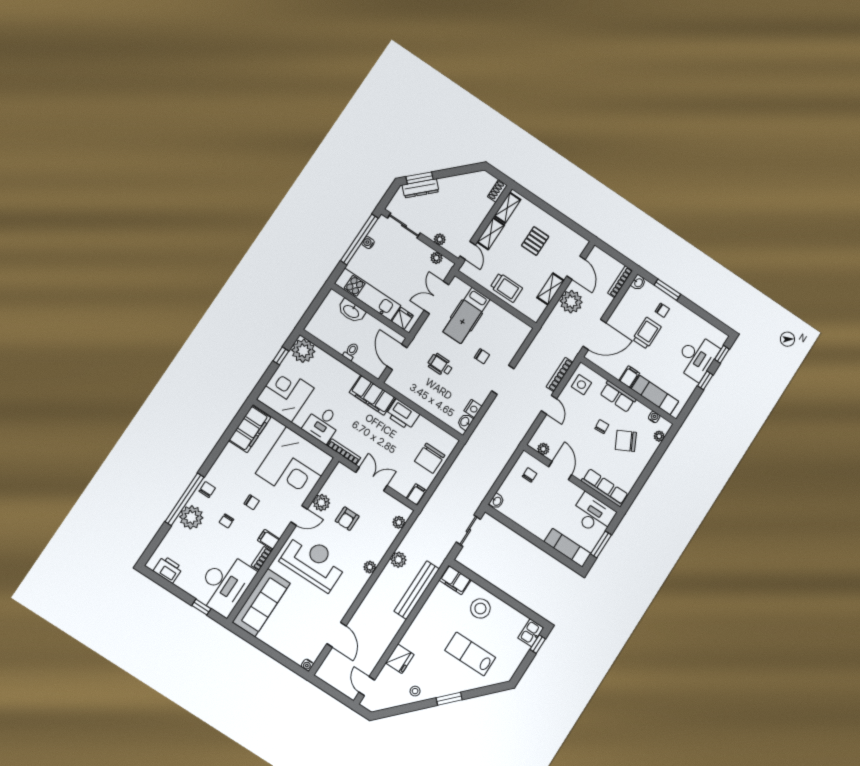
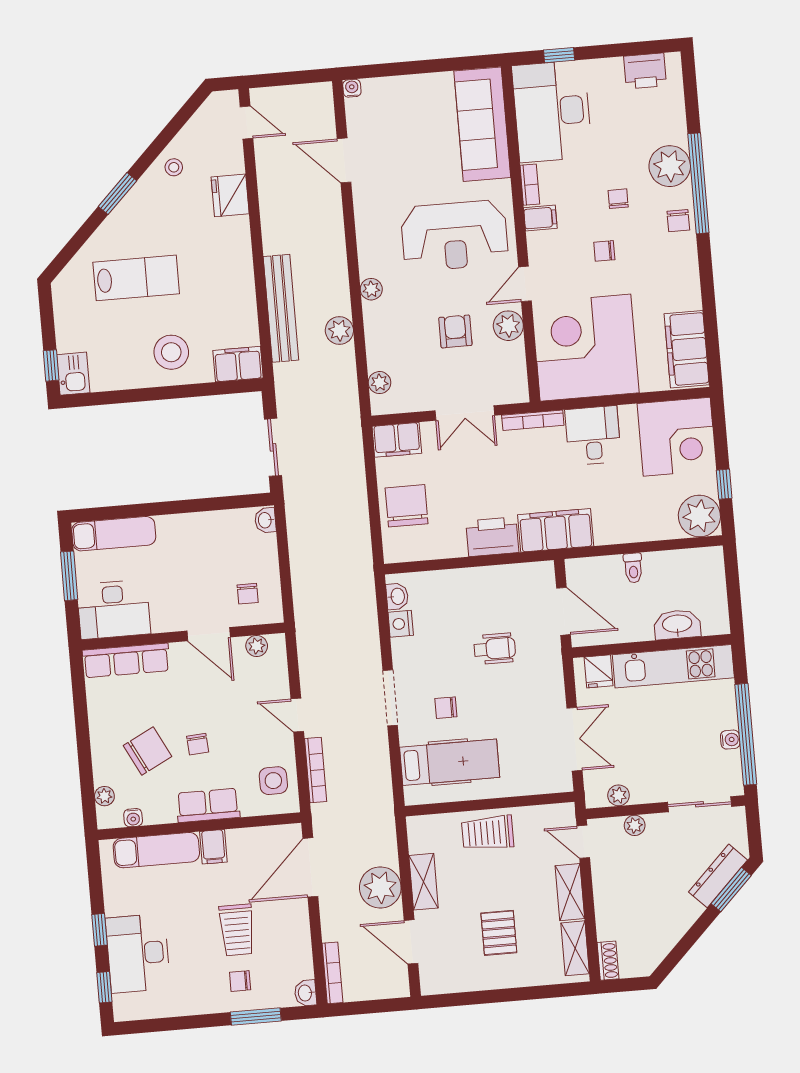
hospital bed: (466, 315) -> (450, 762), moved, turned 90
filing cabinet: (417, 494) -> (397, 440), width x2.00

